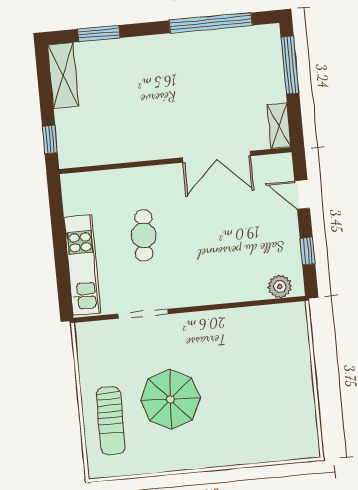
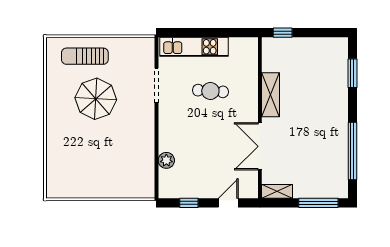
shelving: (63, 75) -> (271, 95), moved, turned 90
plant: (280, 287) -> (166, 160), moved

